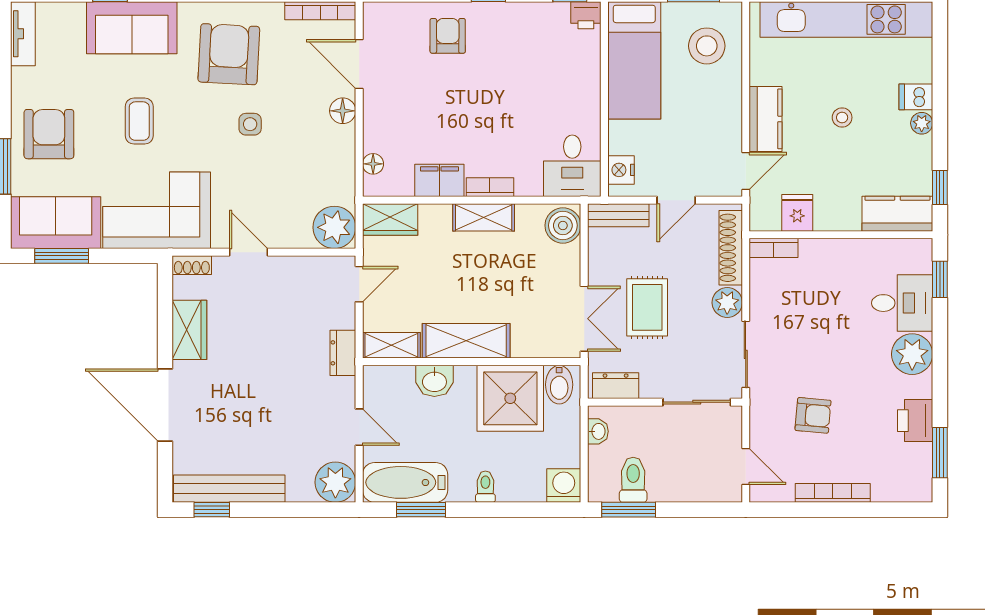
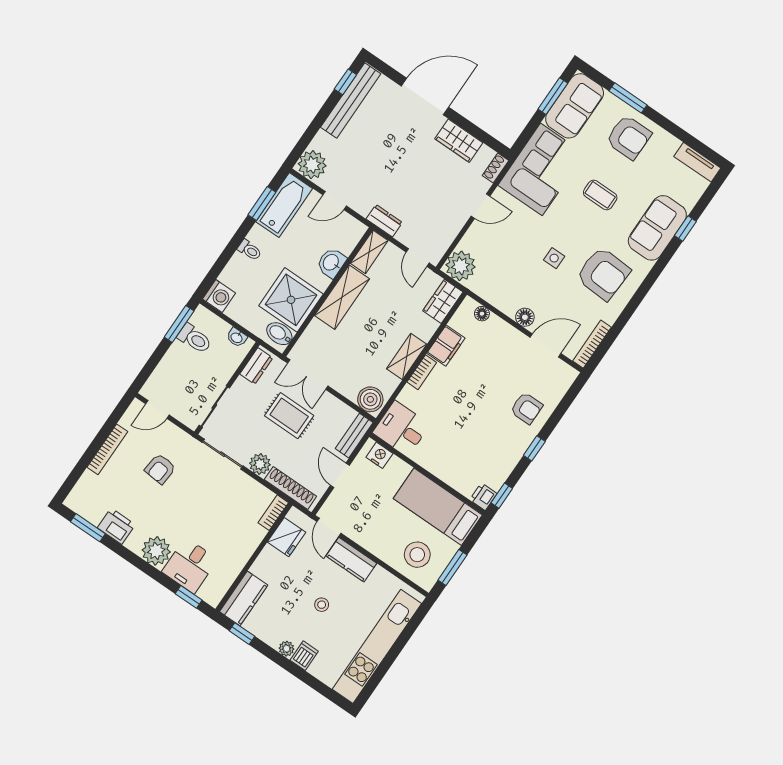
fridge: (797, 213) -> (287, 537), width x1.38

